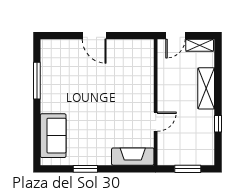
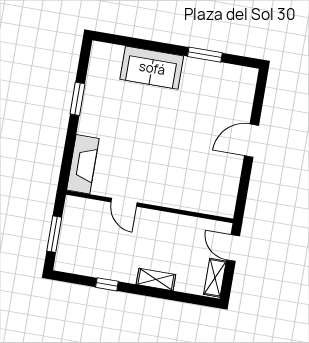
window: (37, 81) -> (205, 55), width x0.69
shelving: (206, 88) -> (156, 279), width x0.67, depth x0.75
sofa: (53, 136) -> (152, 68), moved

